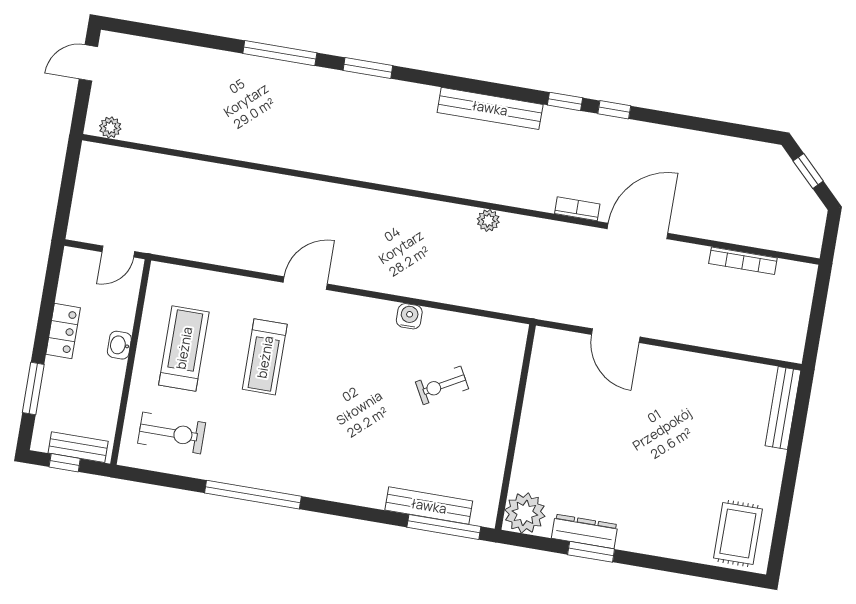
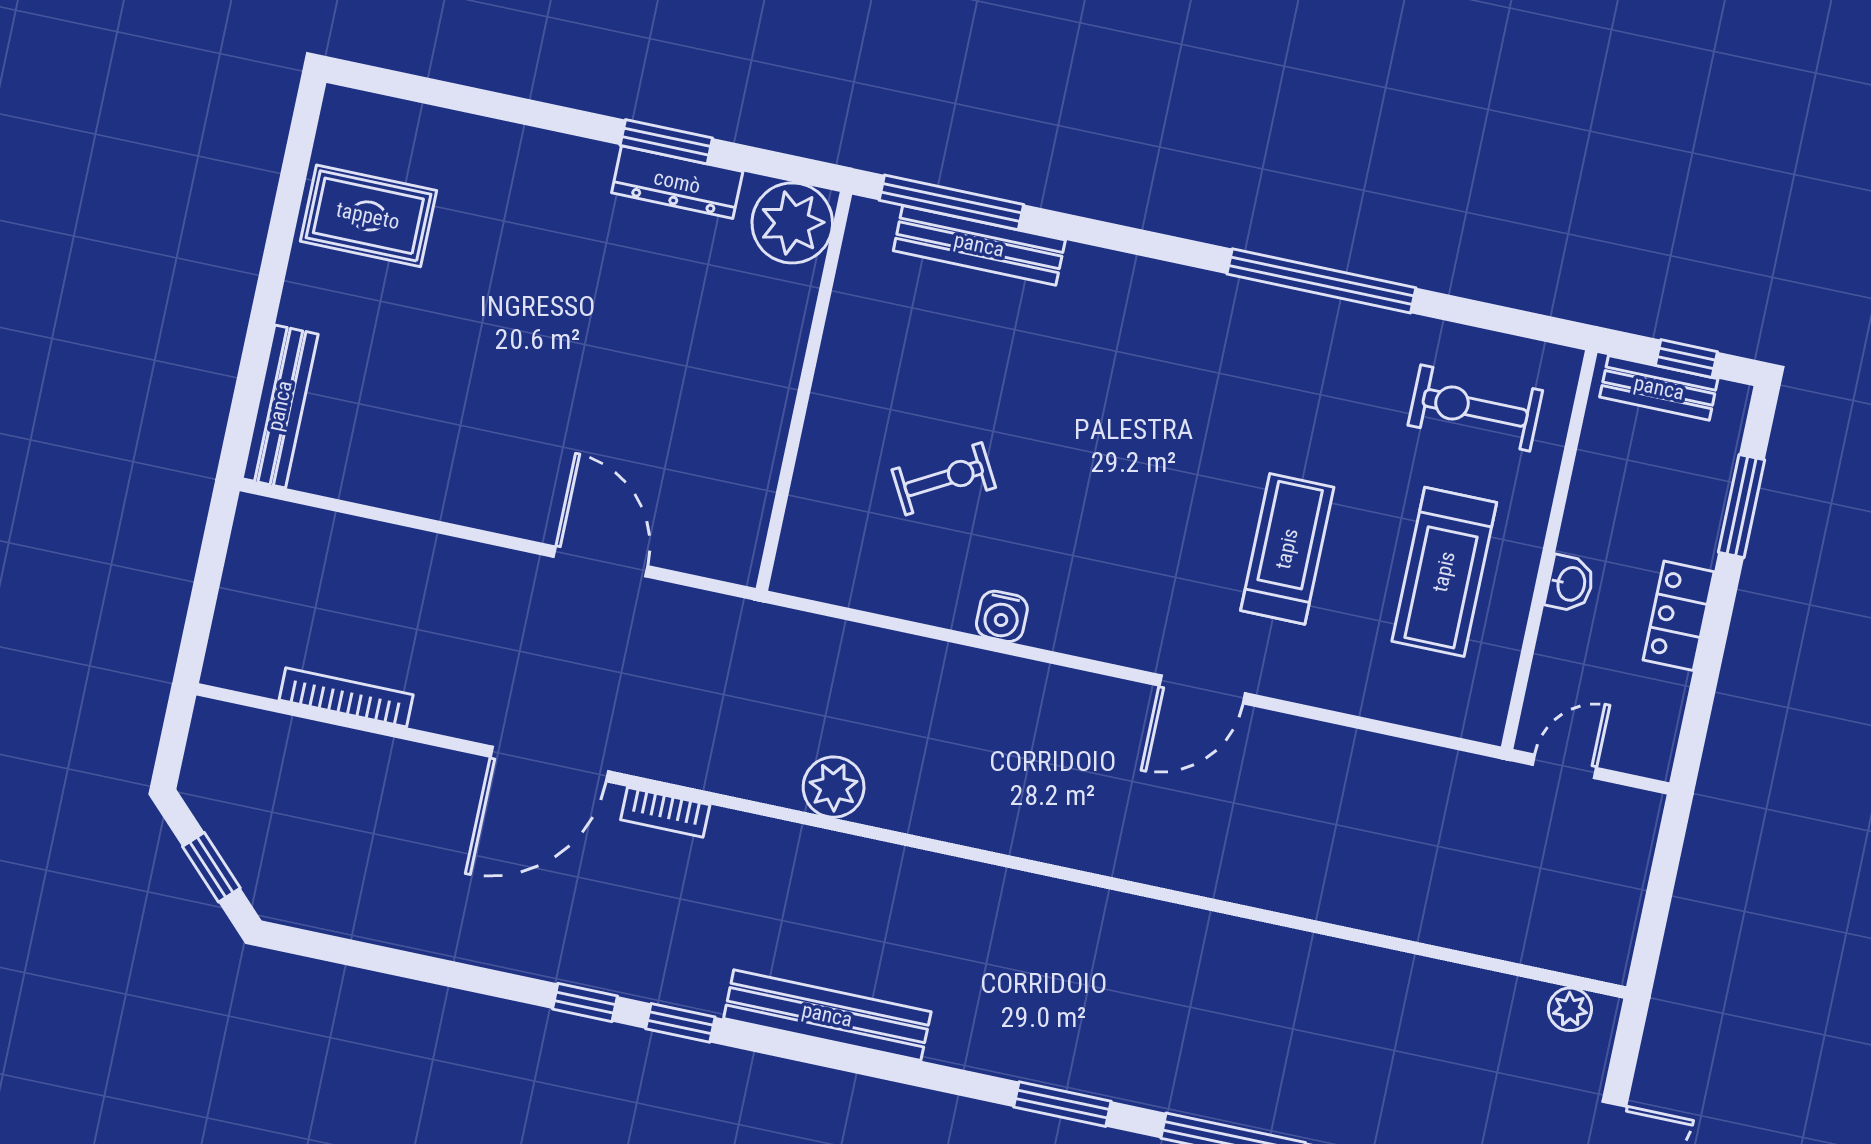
plant: (488, 220) -> (834, 787), width x1.38, depth x1.38
rug: (738, 534) -> (368, 216), moved, turned 90

